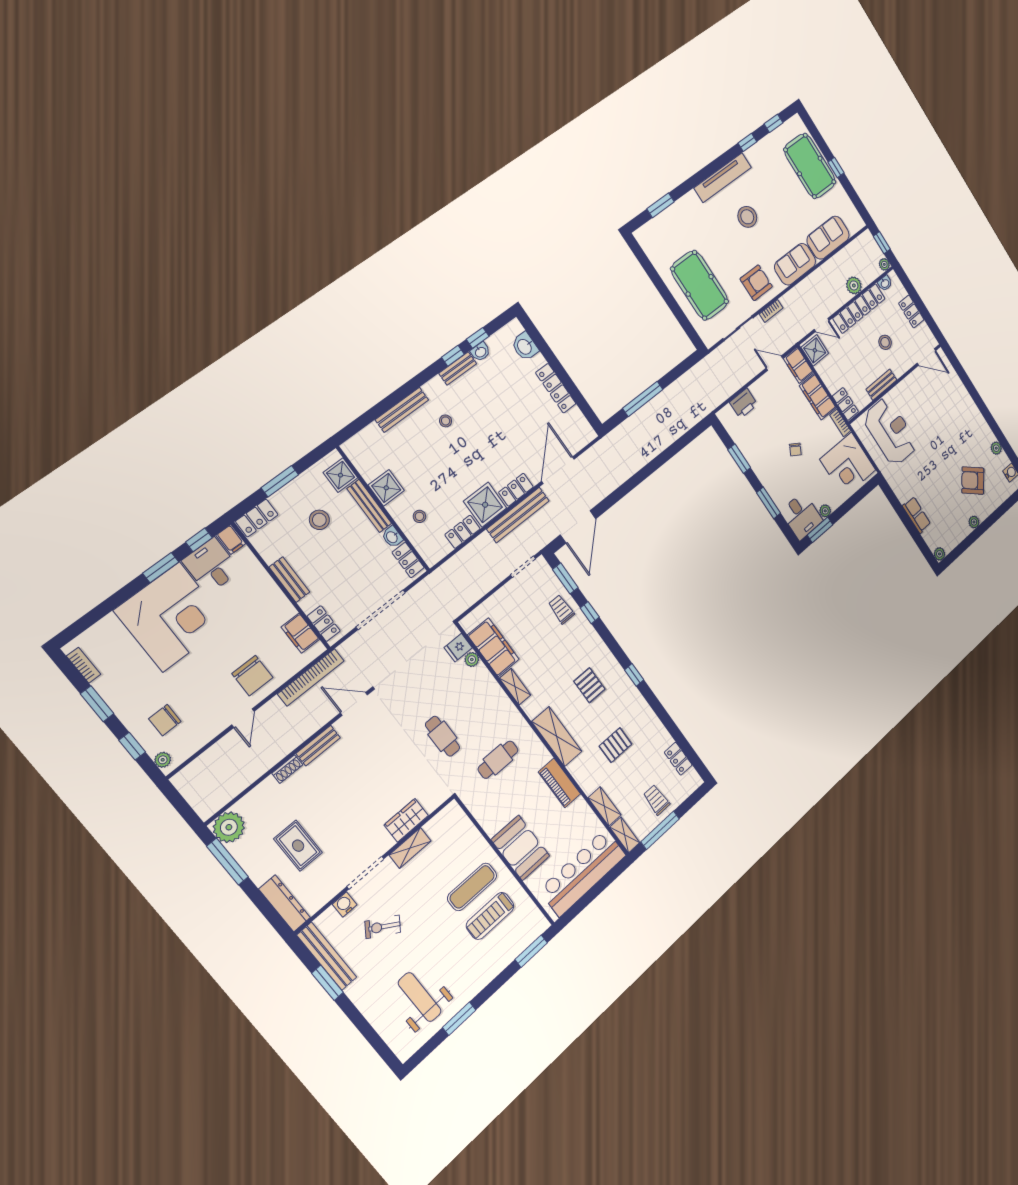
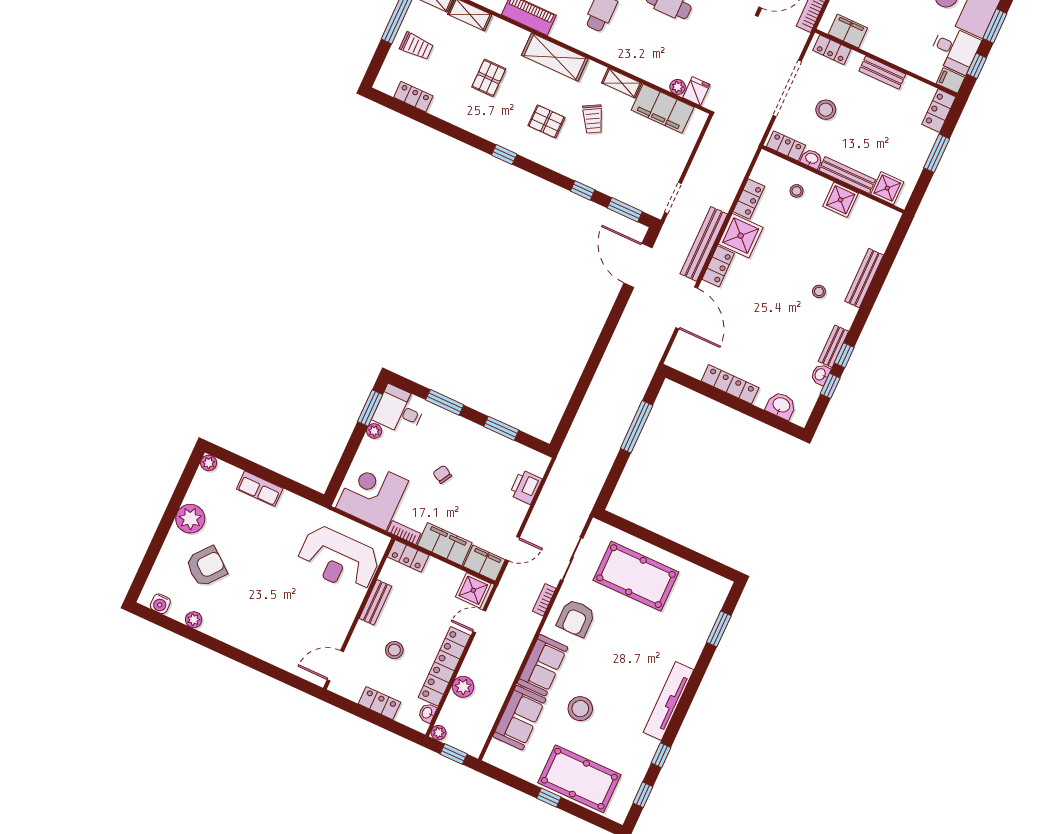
stool: (747, 217) -> (580, 709), moved
stool: (319, 520) -> (826, 110), moved
plant: (974, 522) -> (190, 519), width x1.88, depth x1.88
trolley: (561, 609) -> (593, 119), moved, turned 61

